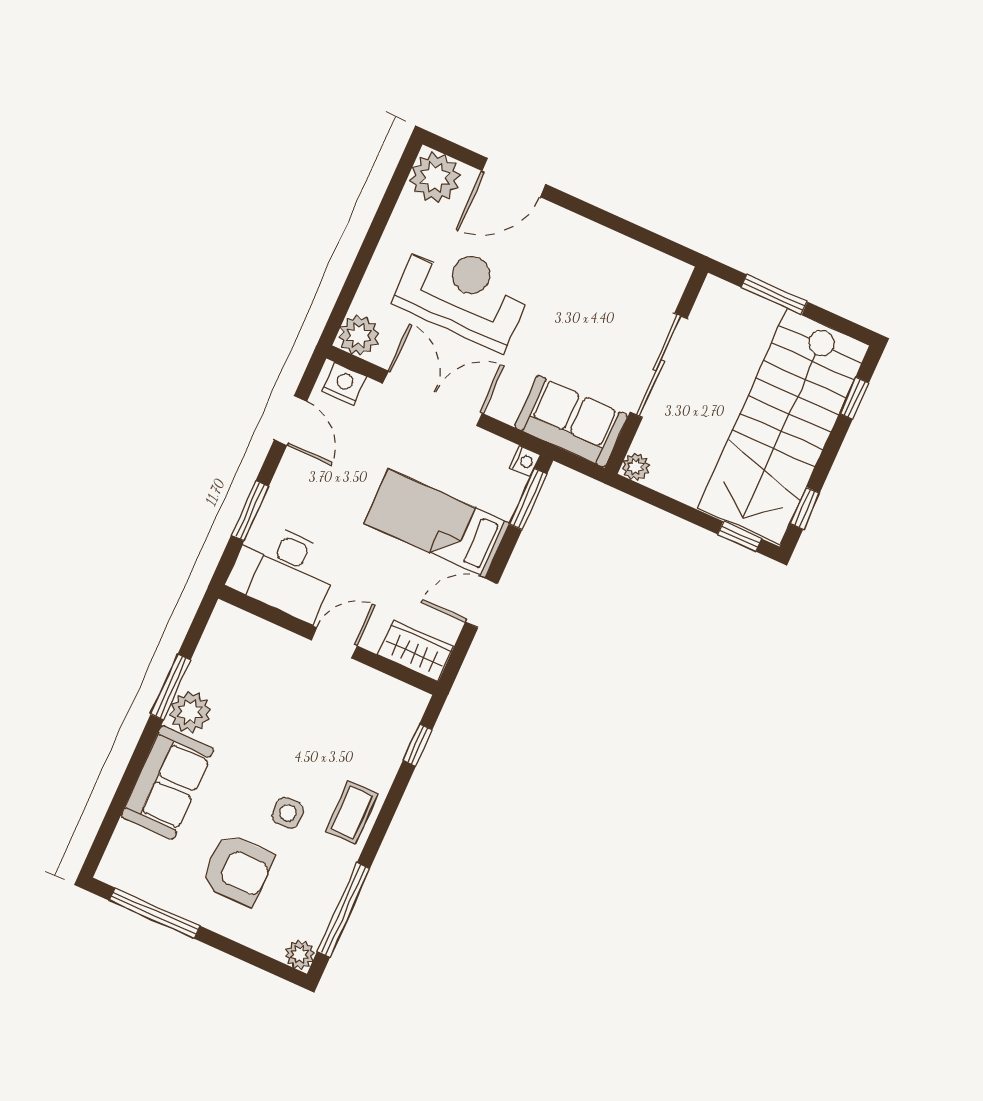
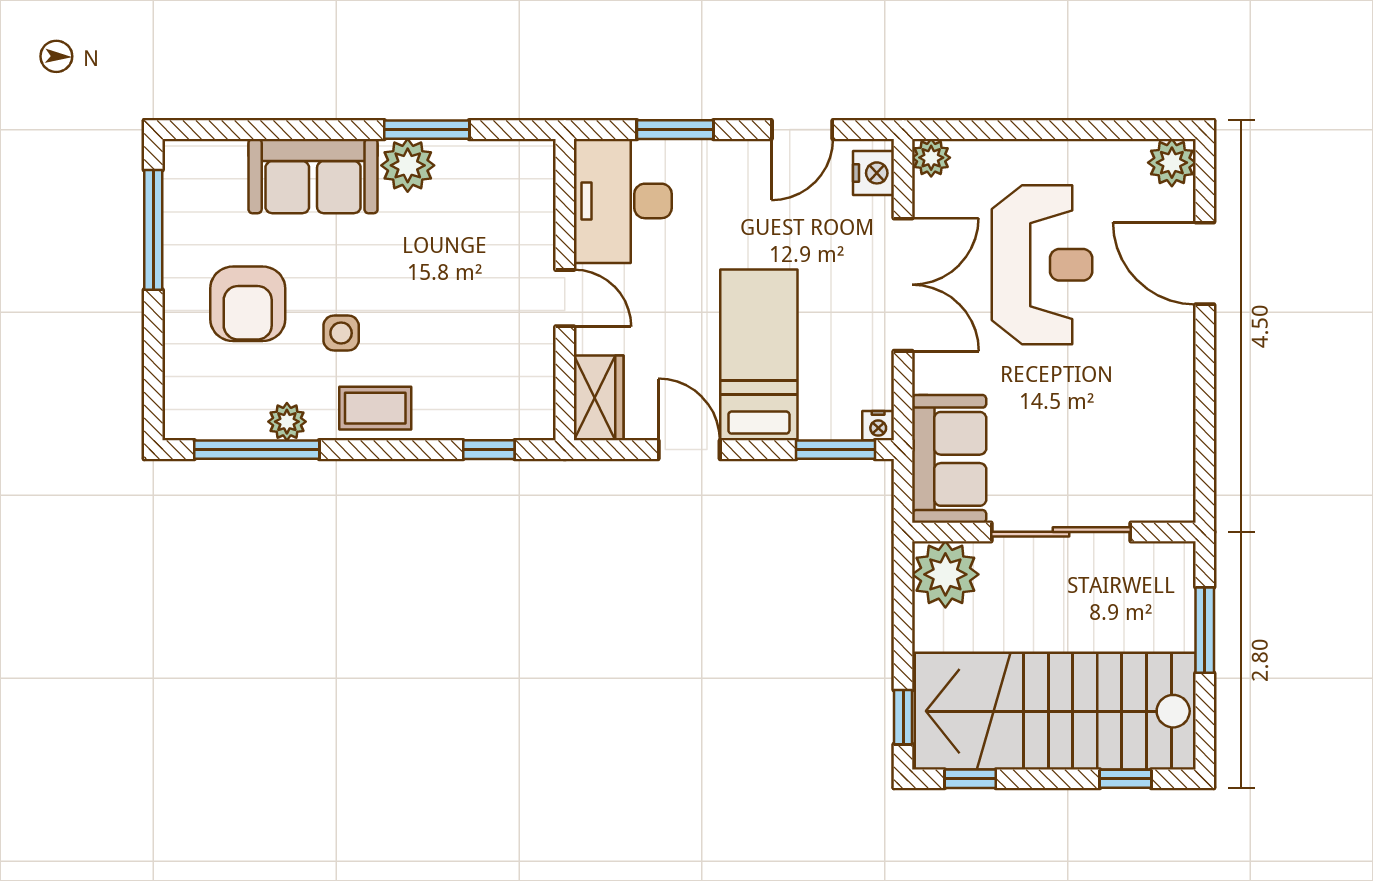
plant: (435, 178) -> (1172, 163), width x0.73, depth x0.73
plant: (359, 335) -> (931, 158), width x0.73, depth x0.73
plant: (636, 467) -> (945, 574), width x1.87, depth x1.87
plant: (300, 954) -> (287, 422), moved

